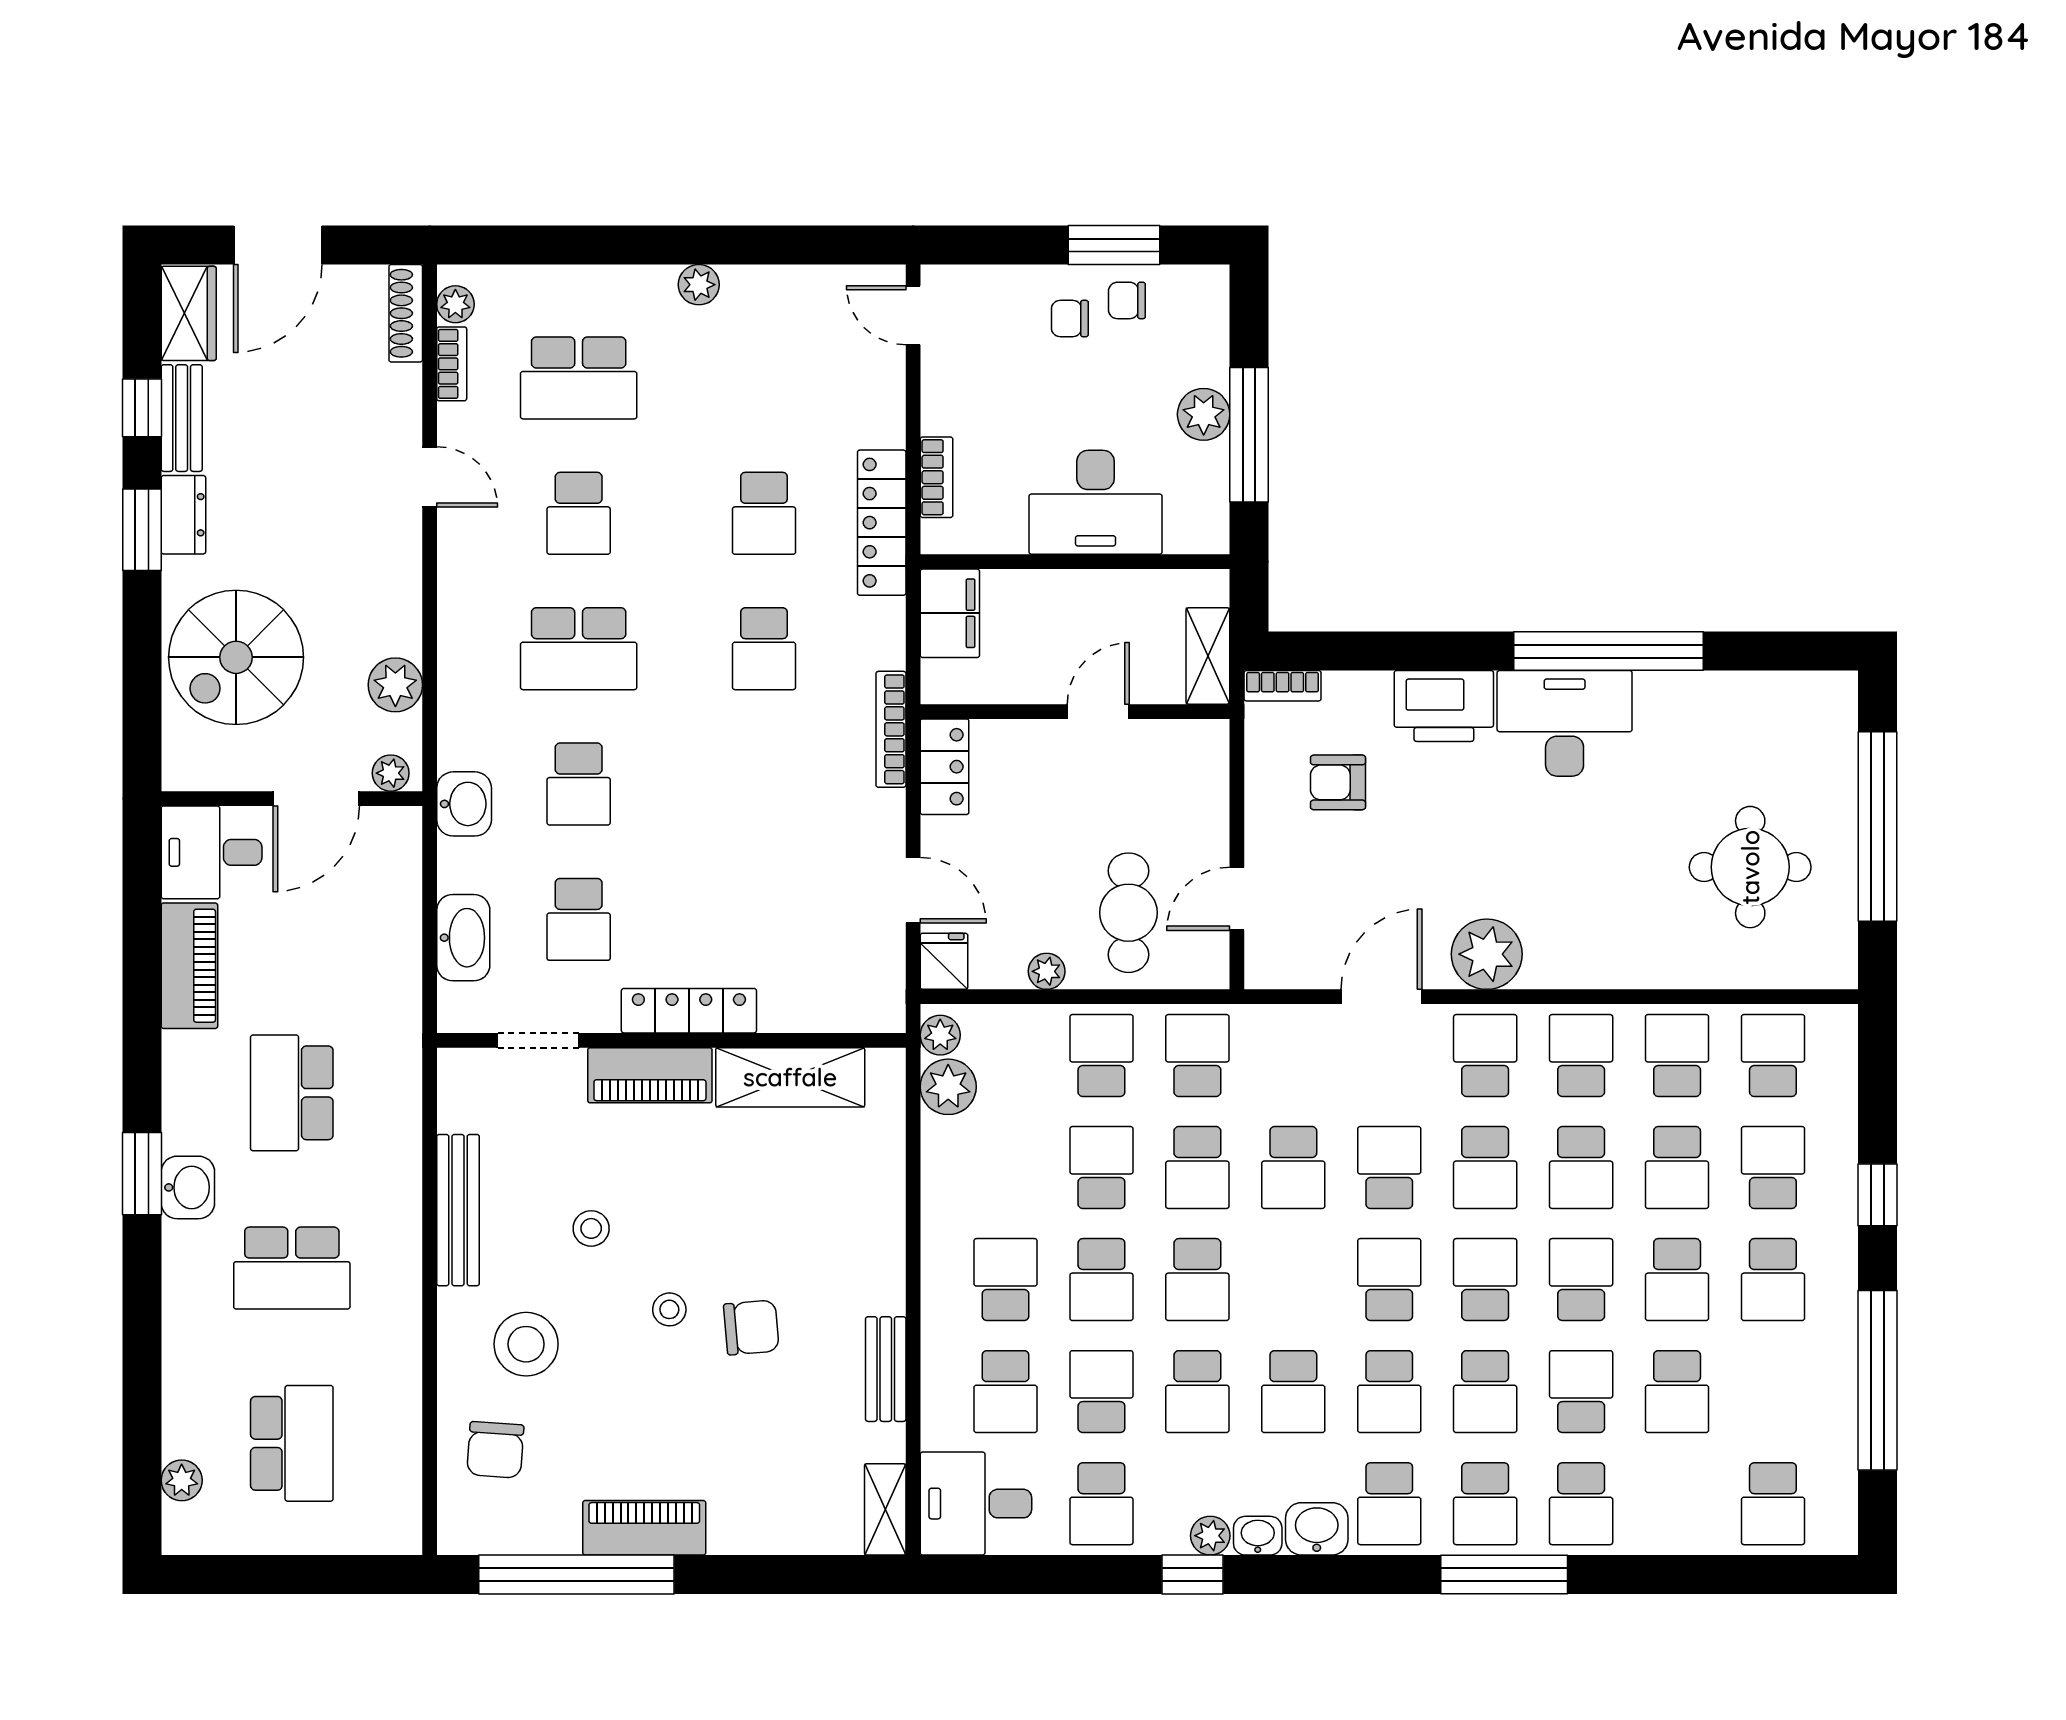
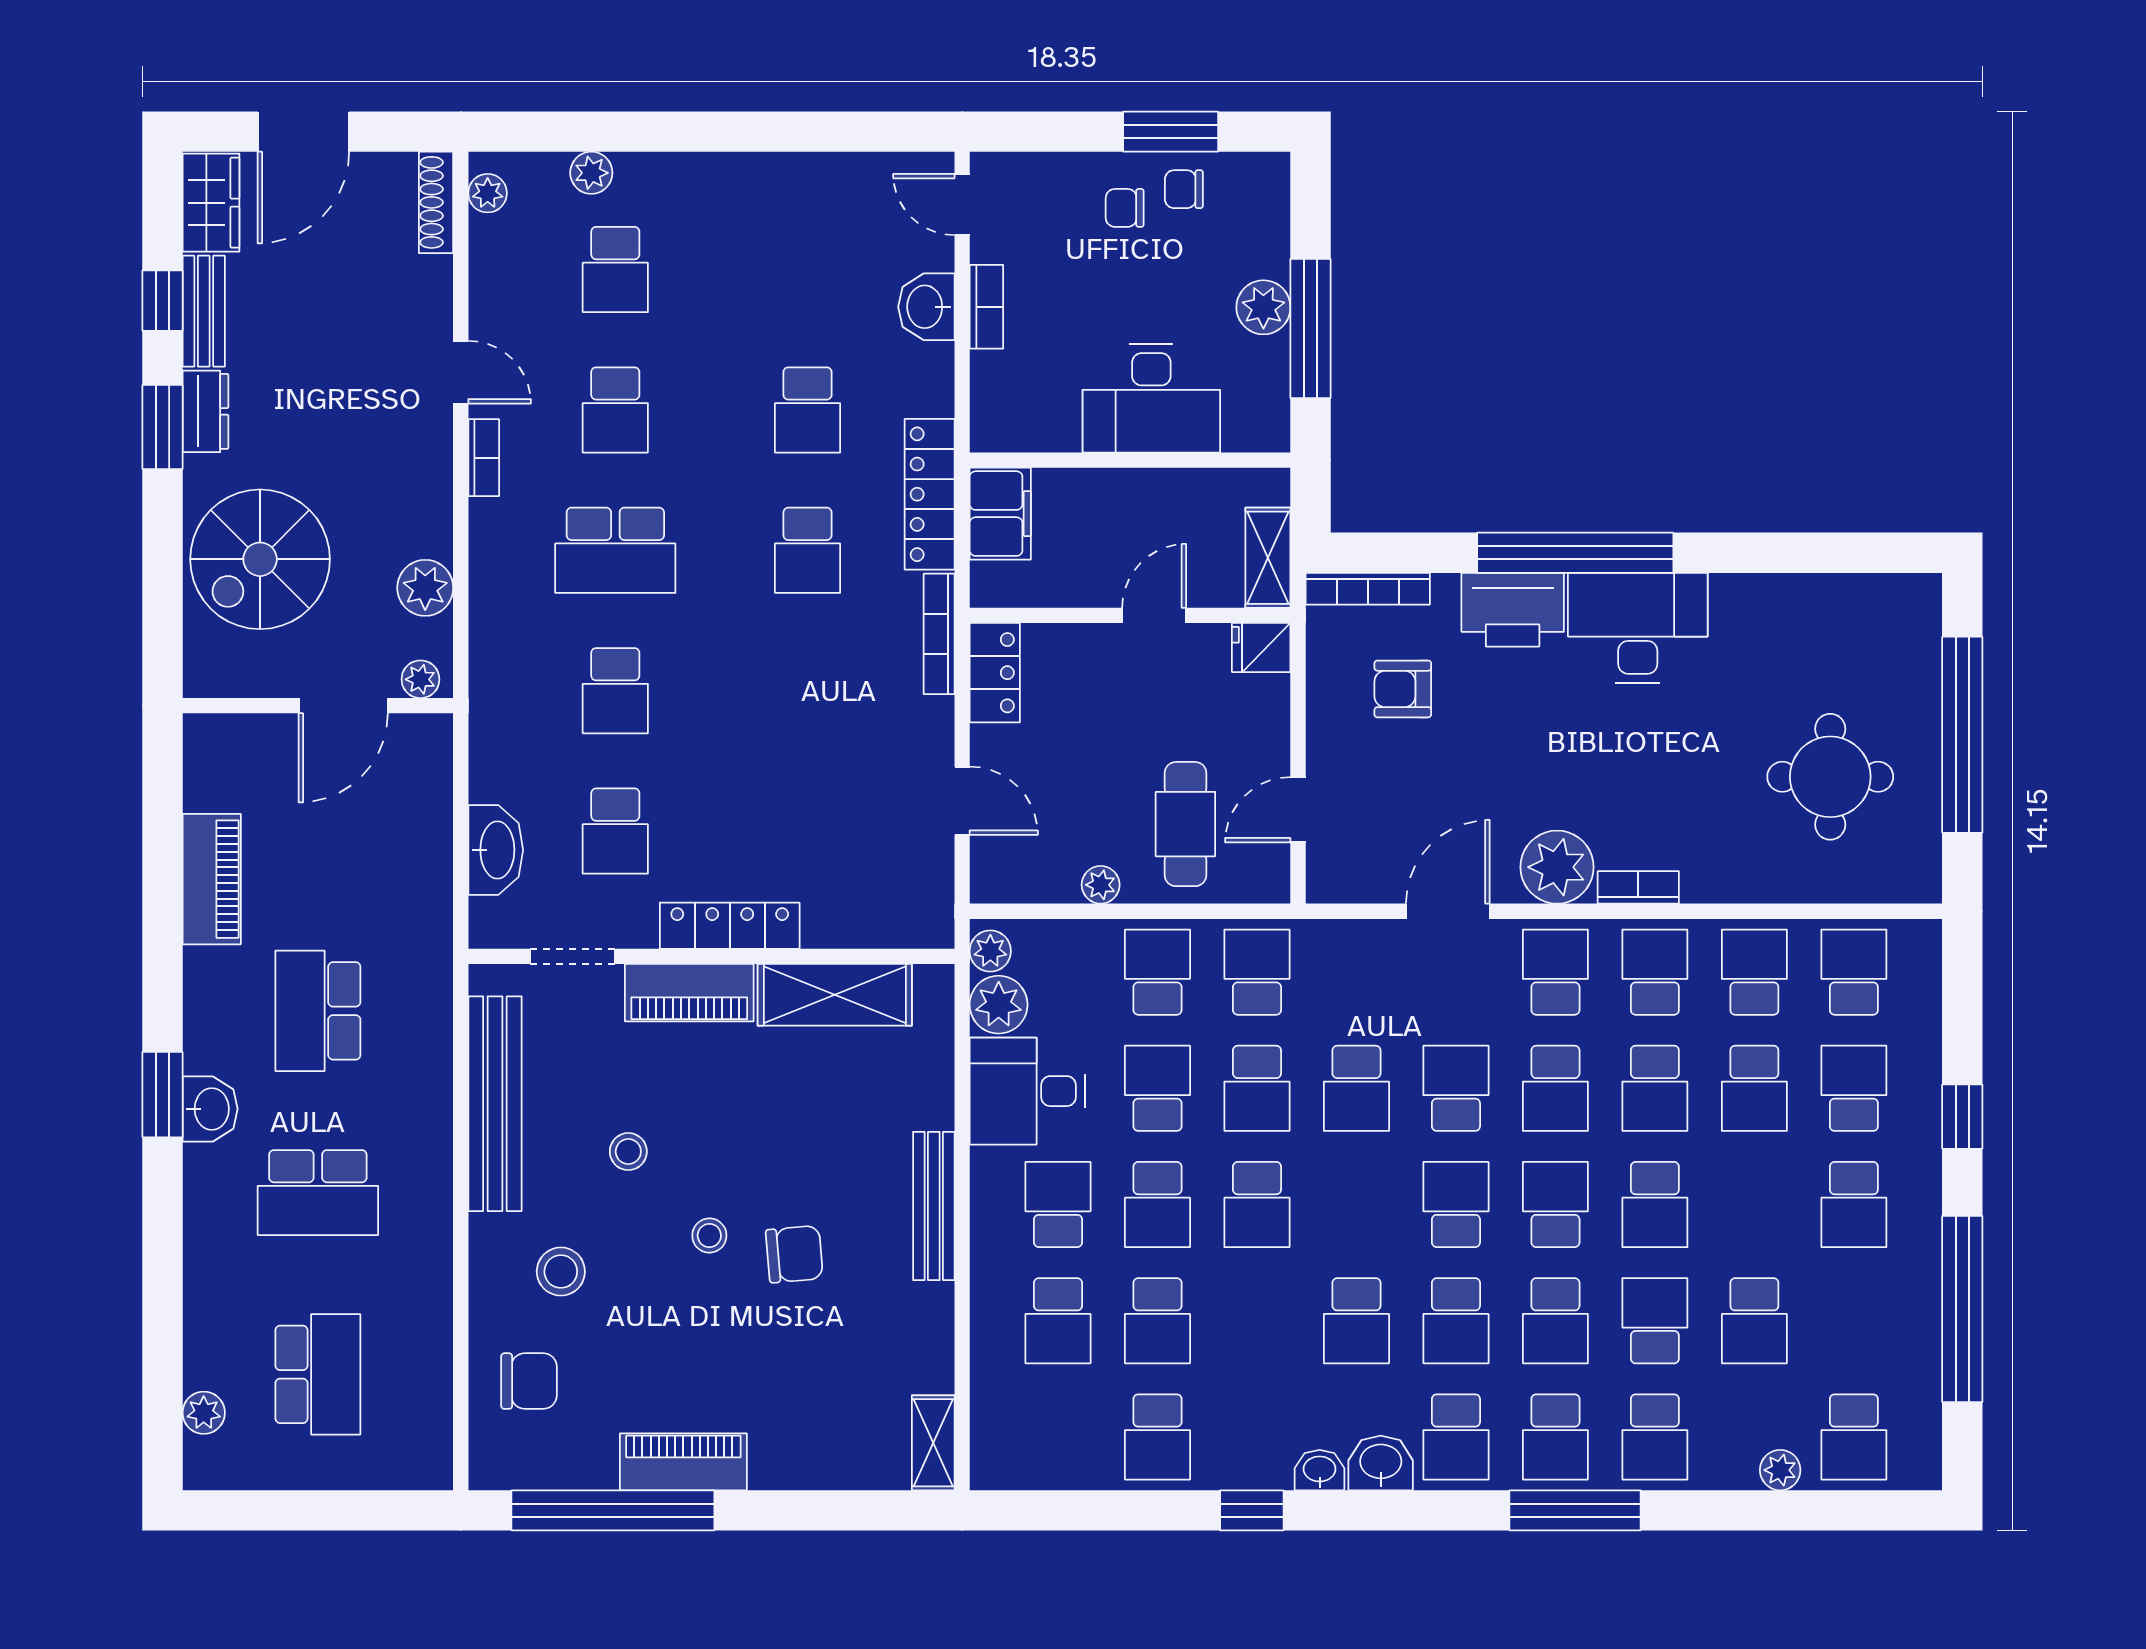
plant: (699, 285) -> (591, 173), moved
bookcase: (452, 364) -> (484, 458), moved
school desk: (579, 378) -> (615, 270), width x0.54
bookcase: (936, 477) -> (986, 307), moved
locker: (882, 523) -> (930, 494), moved
window: (1608, 651) -> (1575, 553), moved
bookcase: (1283, 686) -> (1368, 589), width x1.56
washbasin: (464, 804) -> (926, 307), moved, turned 180
desk: (212, 852) -> (235, 762), removed
fridge: (944, 961) -> (1261, 648), moved, turned -90
bookcase: (1565, 974) -> (1638, 887), added
bench: (458, 1210) -> (495, 1104), width x1.37, depth x1.21
school desk: (1581, 1280) -> (1655, 1205), turned 180
school desk: (1677, 1280) -> (1754, 1205), removed
stool: (526, 1344) -> (561, 1272), width x0.73, depth x0.73
bench: (886, 1369) -> (934, 1206), moved, width x1.36
school desk: (1101, 1392) -> (1157, 1321), turned 180
school desk: (1197, 1392) -> (1257, 1321), removed
chair: (495, 1450) -> (529, 1381), turned -94
desk: (976, 1504) -> (1027, 1091), moved
plant: (1210, 1536) -> (1780, 1470), moved

